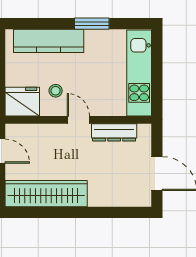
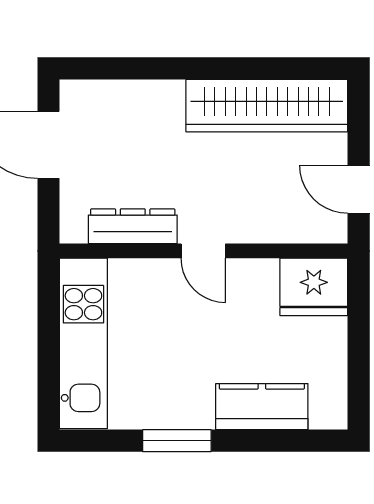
kitchen counter: (49, 41) -> (262, 407), width x0.67
stool: (56, 91) -> (248, 308), removed

